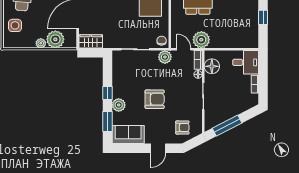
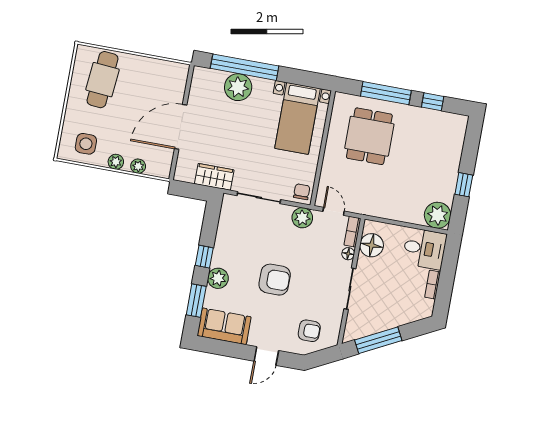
side table: (15, 25) -> (86, 144), moved
plant: (55, 39) -> (138, 166), width x0.53, depth x0.53
plant: (201, 40) -> (438, 215), moved
wardrobe: (91, 41) -> (214, 177), moved

